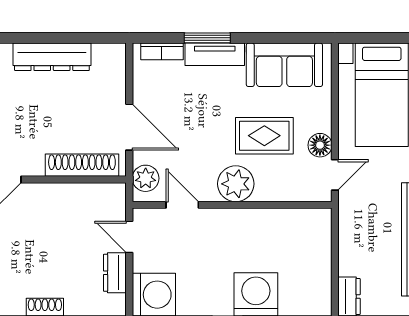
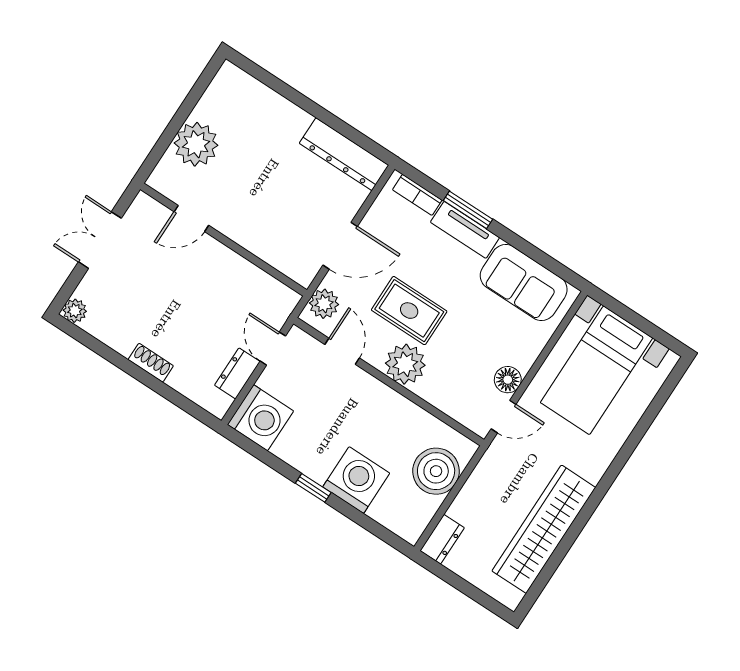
dresser: (52, 57) -> (344, 154), moved
door: (129, 127) -> (340, 246), hinge flipped
rug: (264, 136) -> (409, 311), moved
shoe rack: (82, 165) -> (273, 252), removed
boiler: (311, 249) -> (436, 471), added

